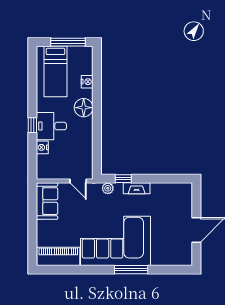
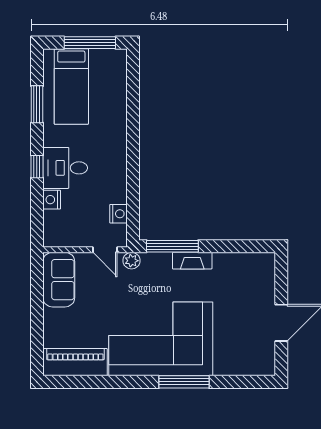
nightstand: (87, 82) -> (118, 214), moved
window: (32, 83) -> (37, 104), added
floor lamp: (84, 108) -> (113, 140), removed
window: (123, 179) -> (172, 246), width x2.17
plant: (108, 188) -> (132, 261), moved

